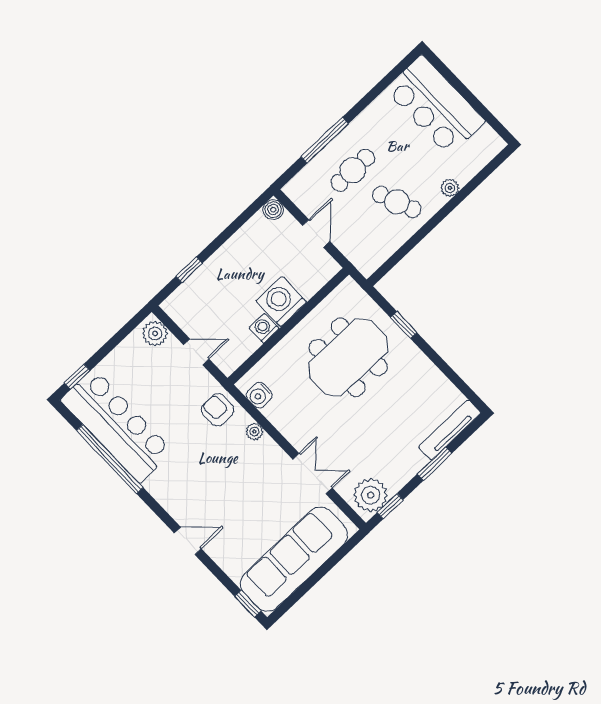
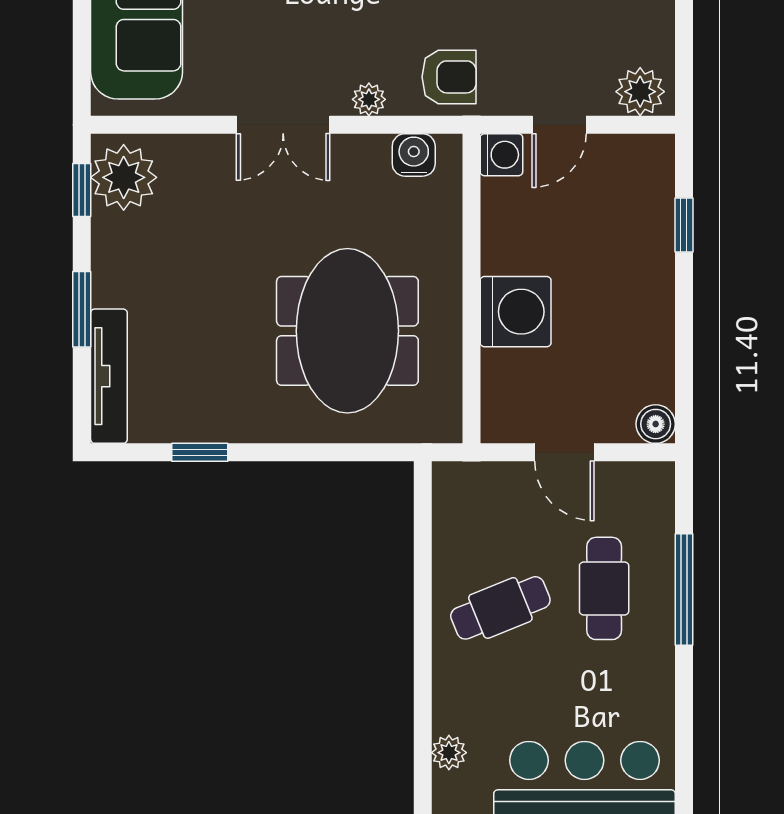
plant: (450, 188) -> (449, 753), moved
window: (404, 325) -> (200, 452), moved
washing machine: (264, 328) -> (501, 155), moved
double door: (313, 474) -> (283, 125), moved

